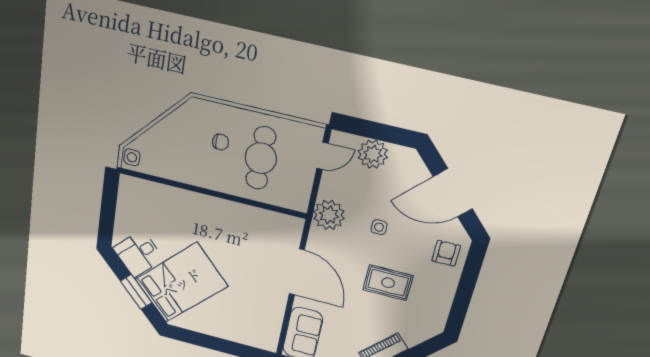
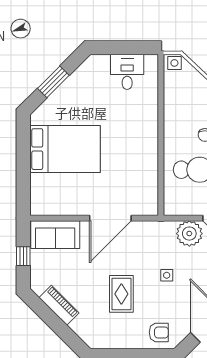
plant: (329, 215) -> (189, 234), moved
desk: (138, 254) -> (127, 72), moved, turned 45
bed: (181, 283) -> (65, 149), moved, turned -45

